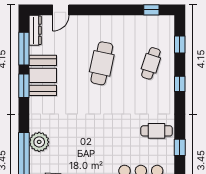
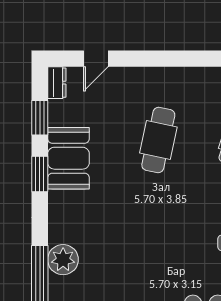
dresser: (35, 30) -> (57, 83), width x0.70
window: (24, 49) -> (40, 118), width x0.69

